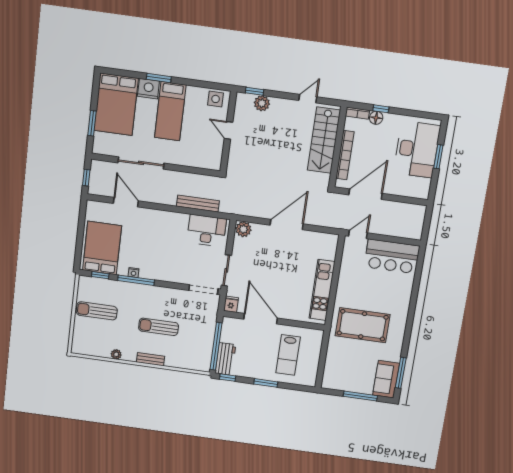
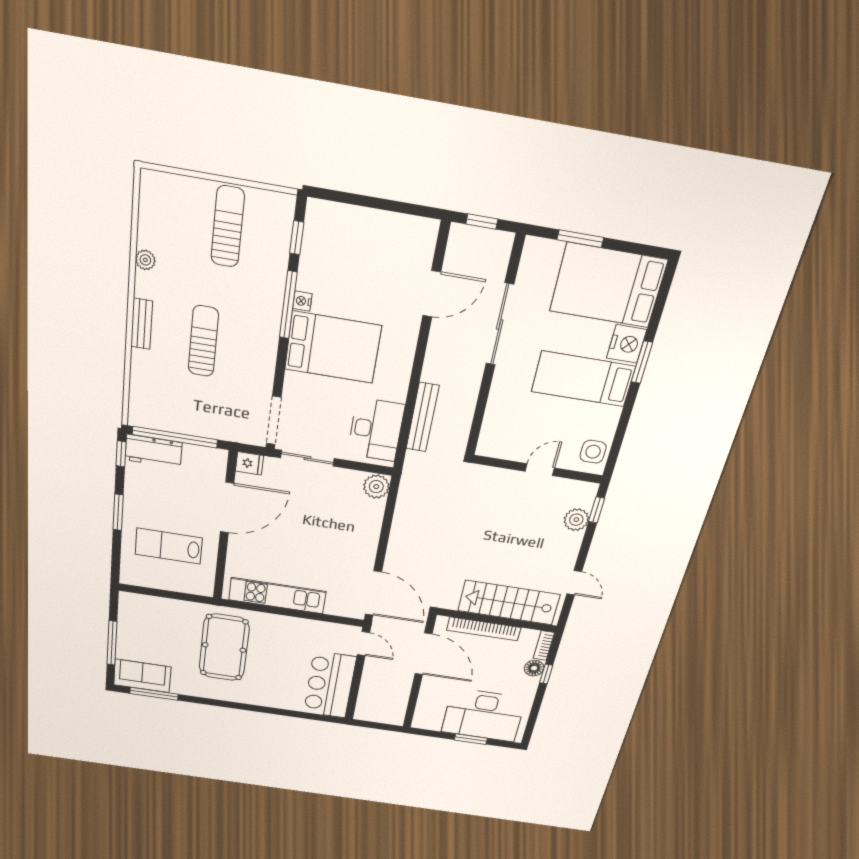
door: (287, 224) -> (373, 593), moved
bed: (102, 248) -> (333, 347), moved

